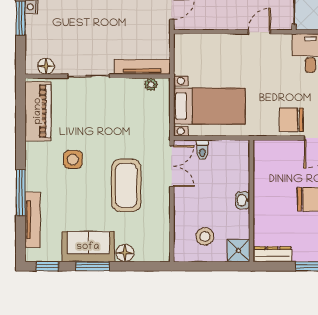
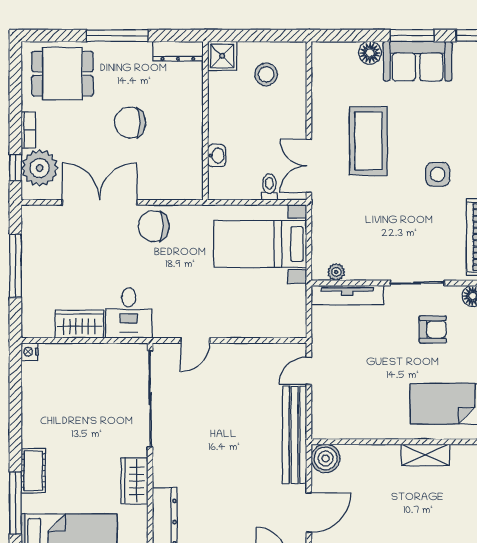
armchair: (77, 40) -> (433, 329), added
chair: (291, 120) -> (154, 226), turned 180
washbasin: (243, 200) -> (217, 156), moved

